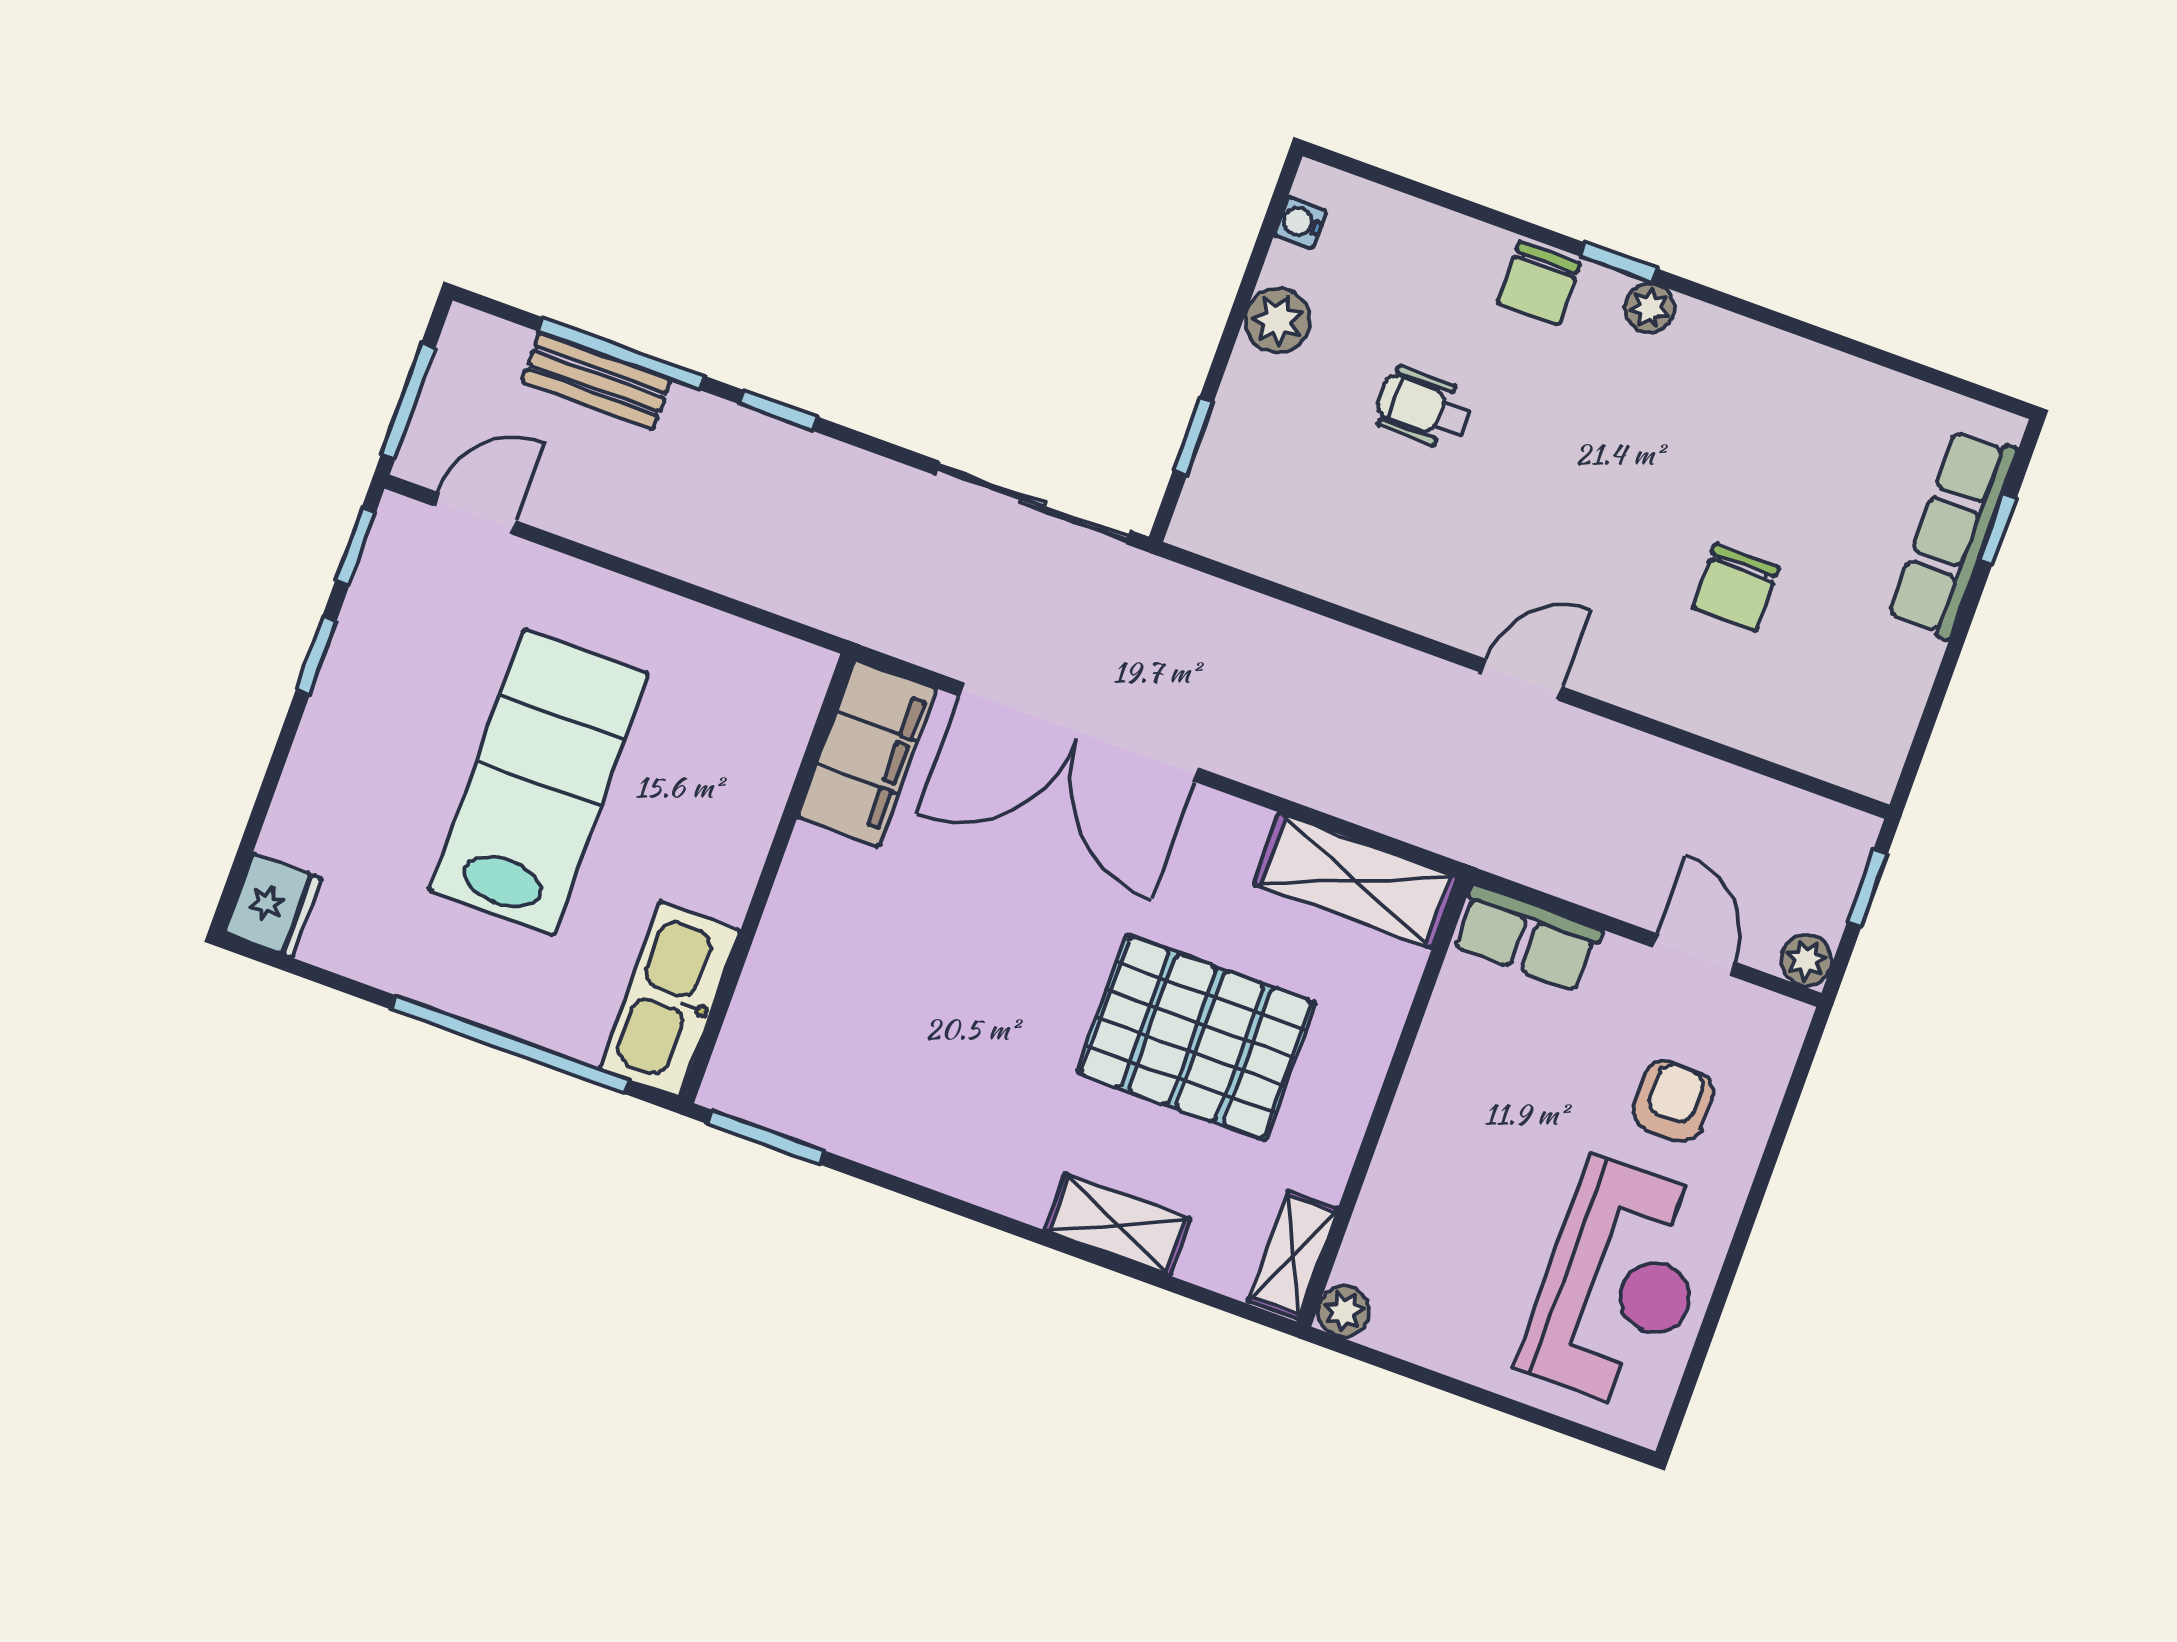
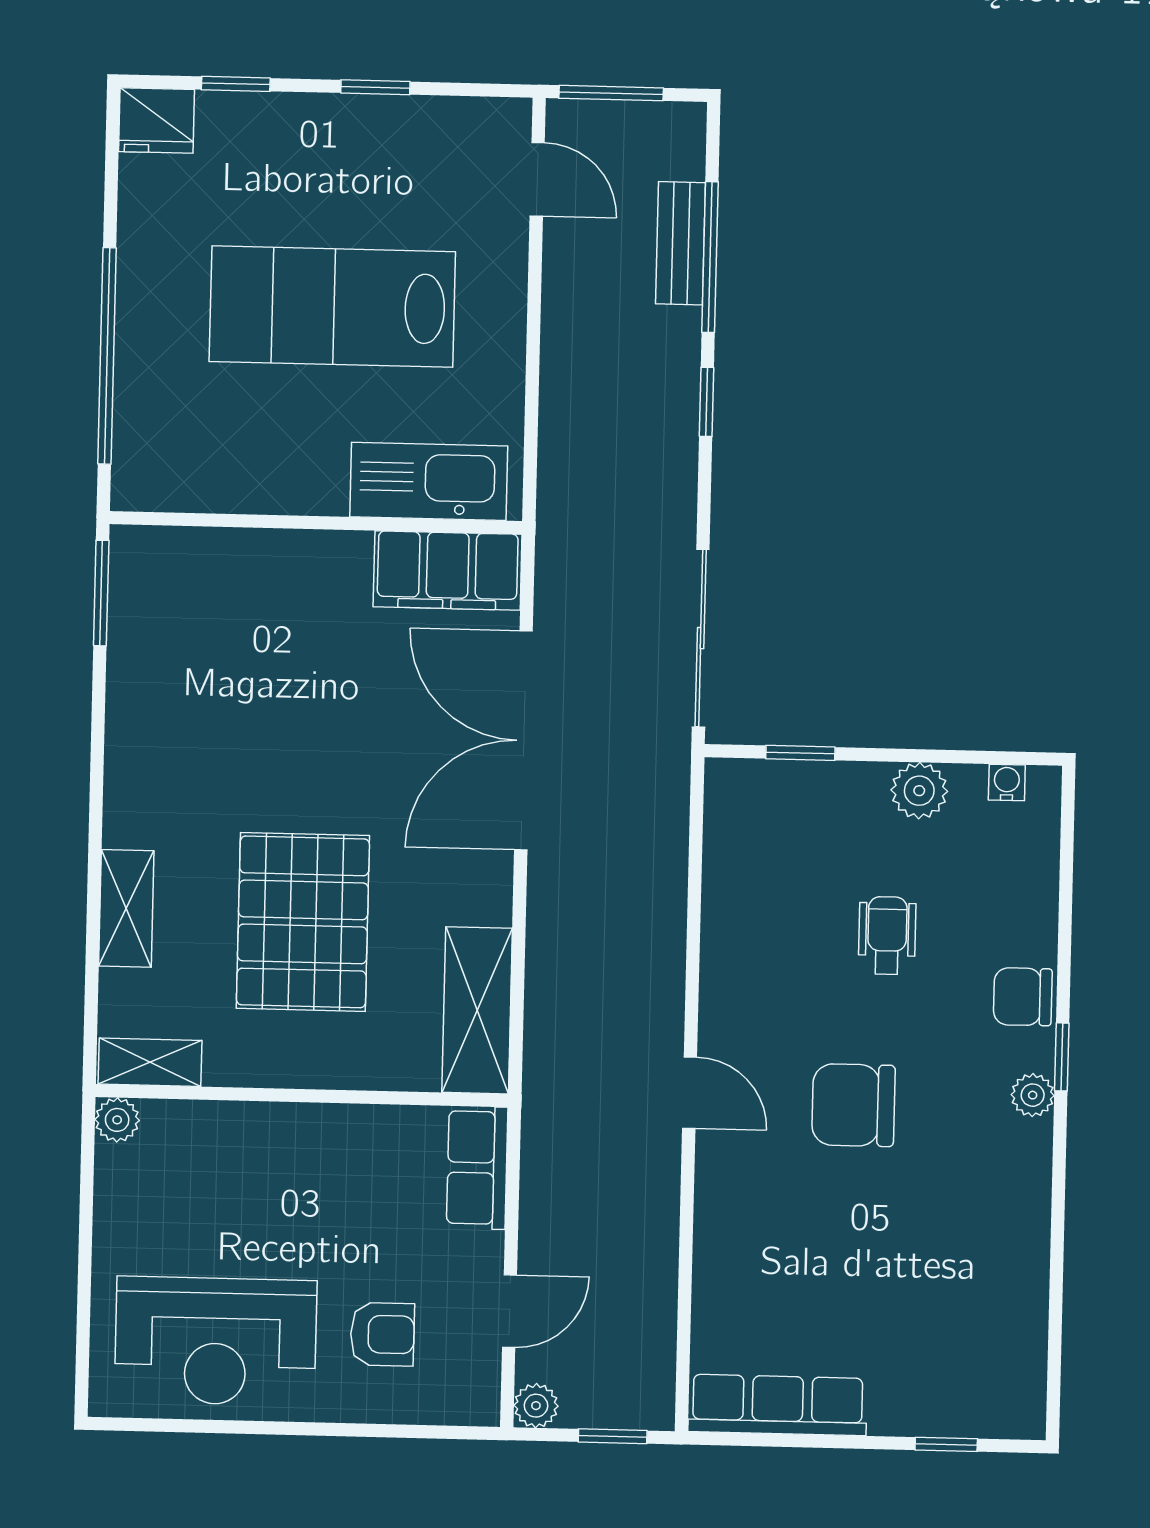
row of seats: (1953, 534) -> (778, 1405), moved
window: (356, 546) -> (236, 84), moved
chair: (1736, 587) -> (853, 1105), moved, width x1.37, depth x1.37
lab bench: (539, 782) -> (332, 307), turned 180
kitchen sink: (670, 999) -> (429, 481), moved

